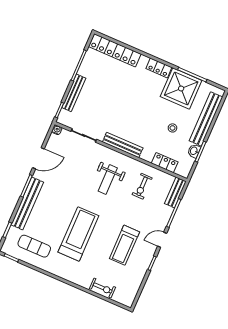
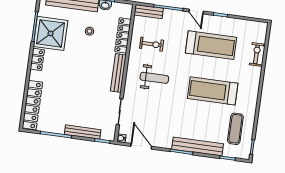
door: (38, 158) -> (141, 146), moved
locker: (165, 163) -> (123, 35), width x1.53
treadmill: (124, 245) -> (211, 45), width x1.37, depth x1.38

